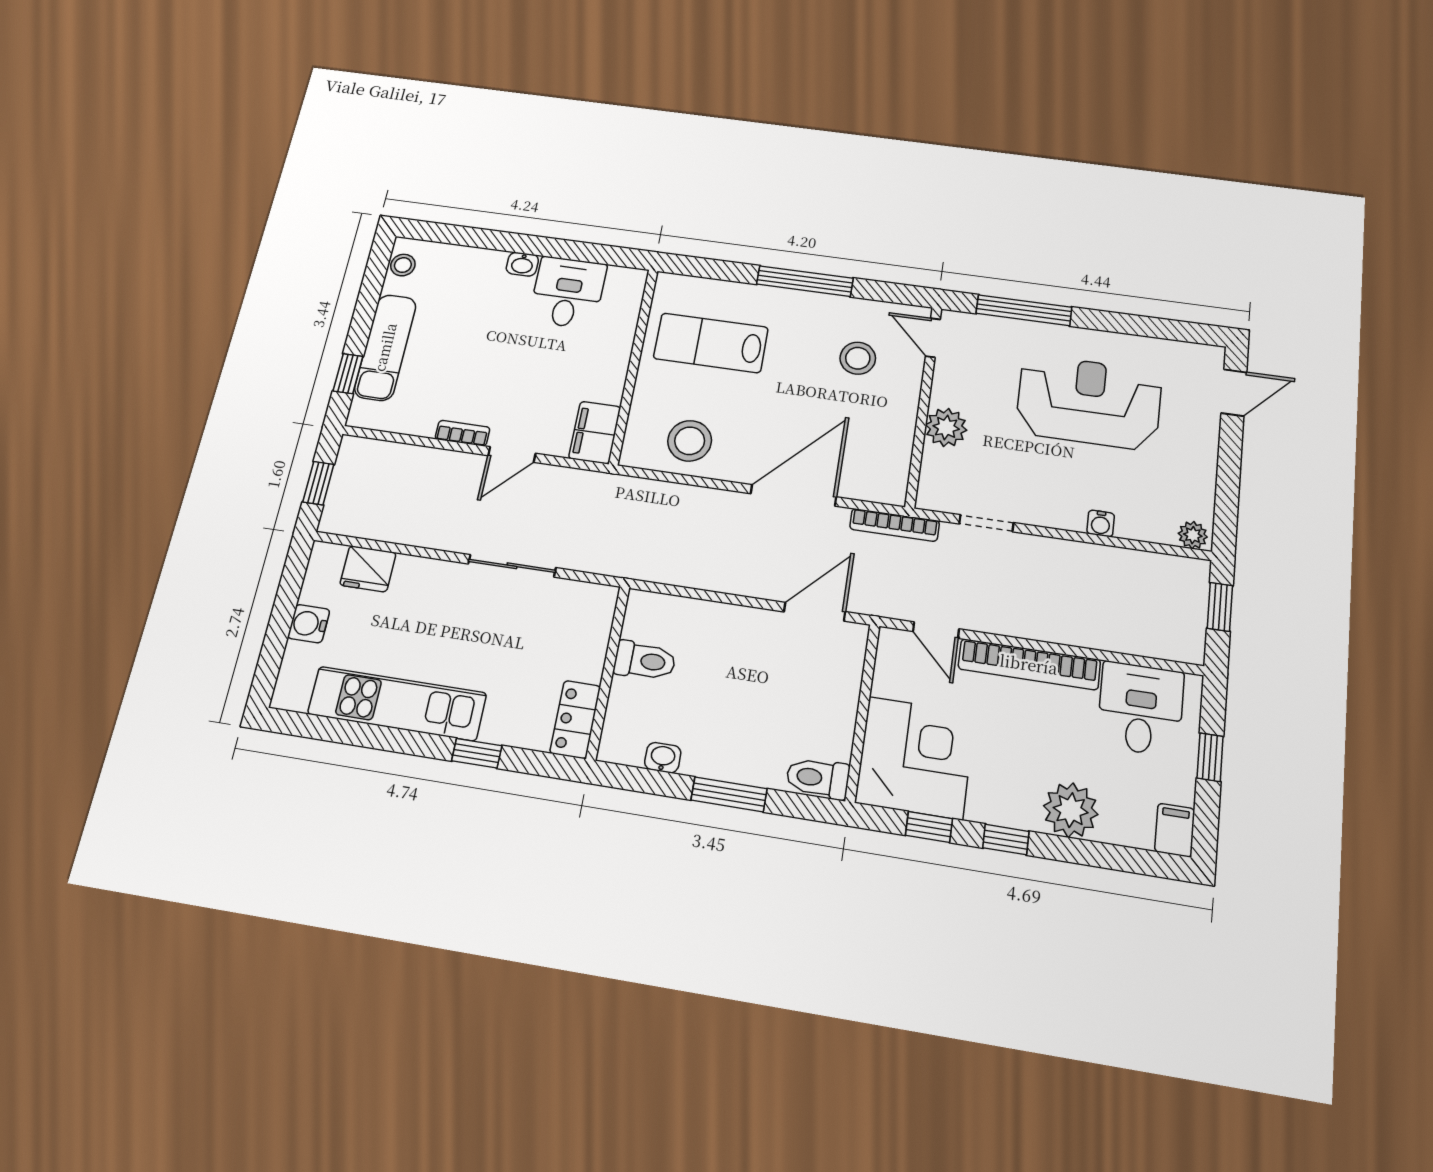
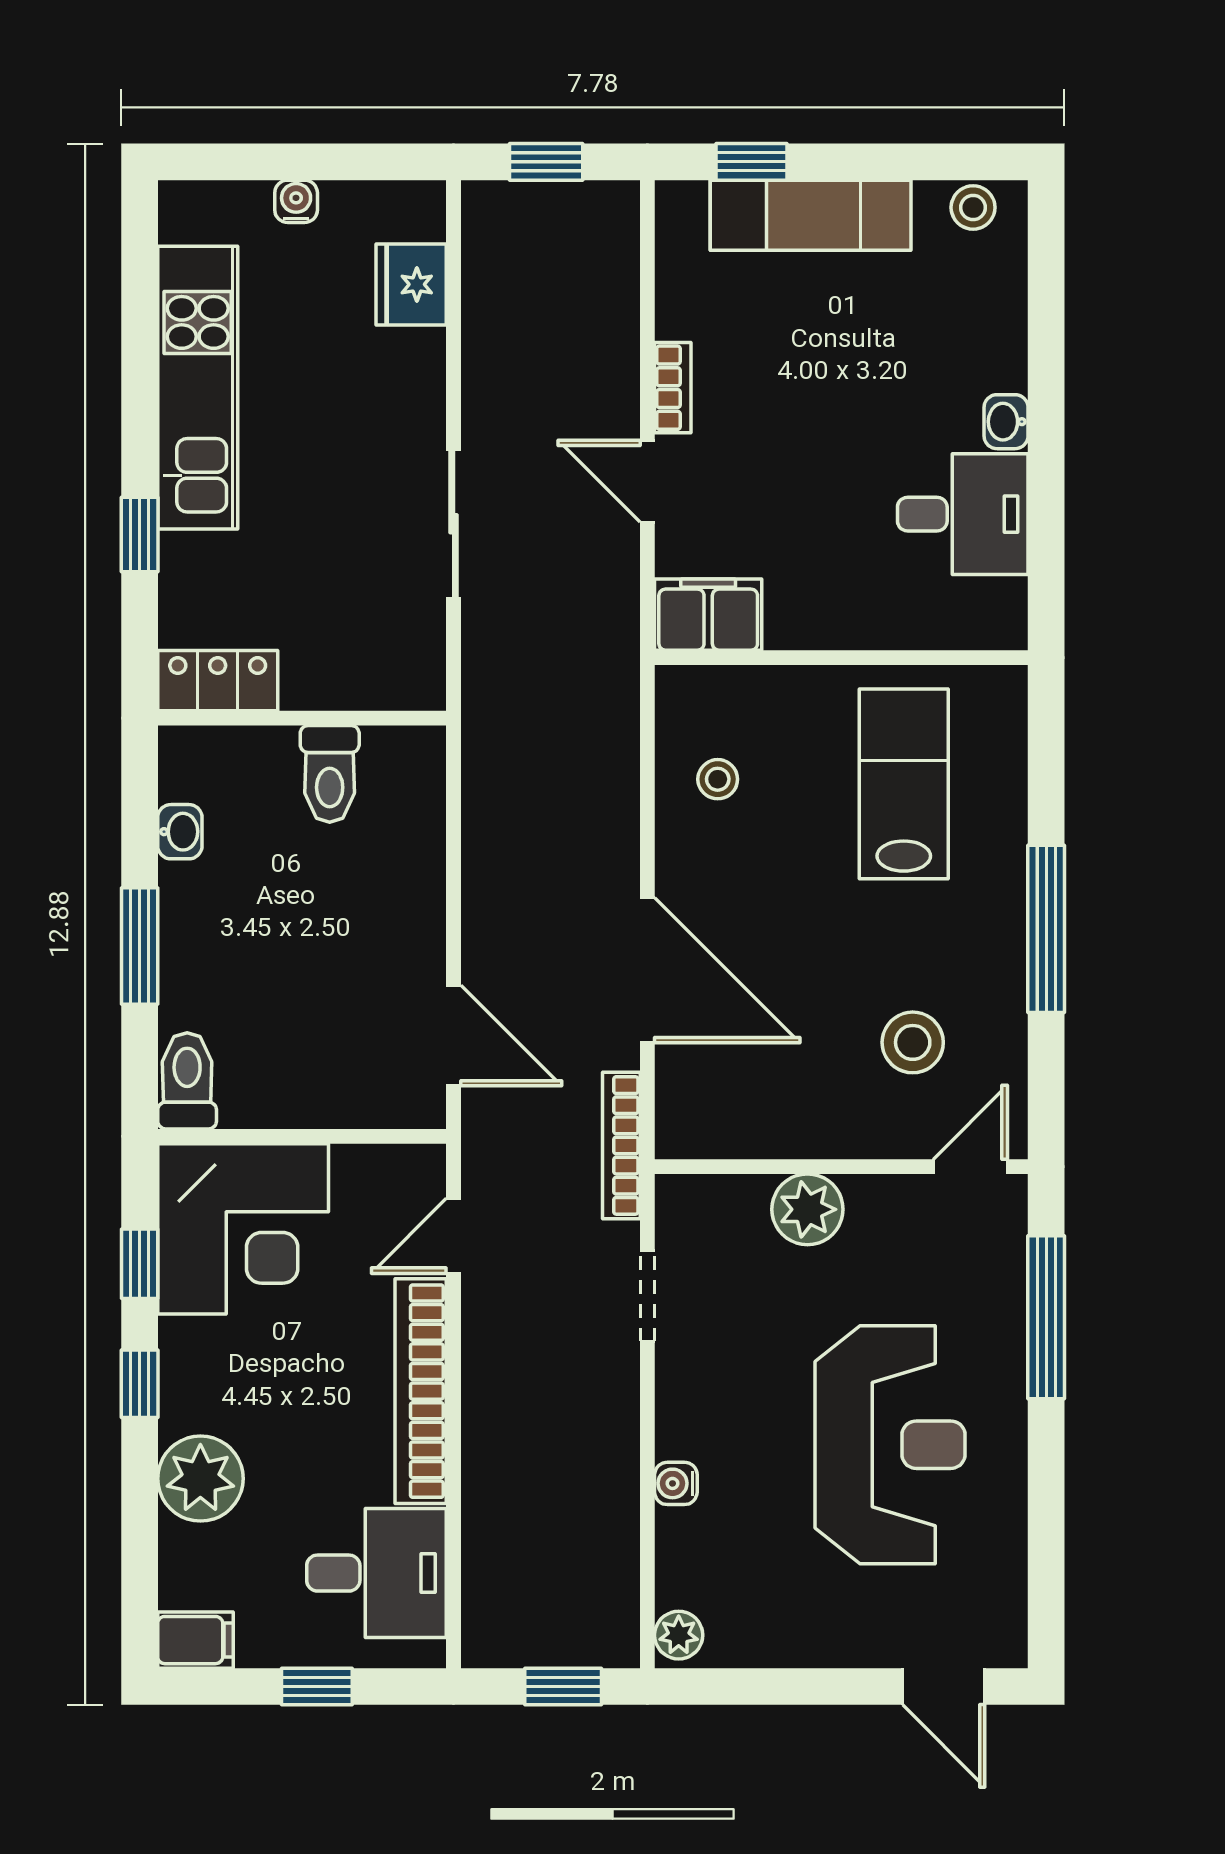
stool: (690, 441) -> (718, 779), width x0.53, depth x0.53
water cooler: (309, 624) -> (296, 201), width x0.72, depth x0.72

